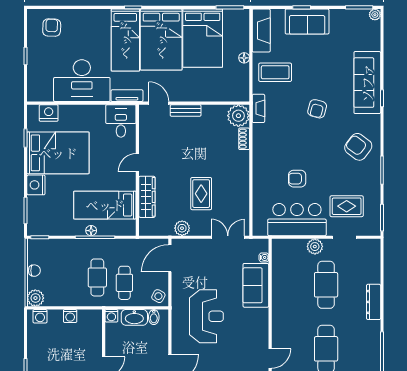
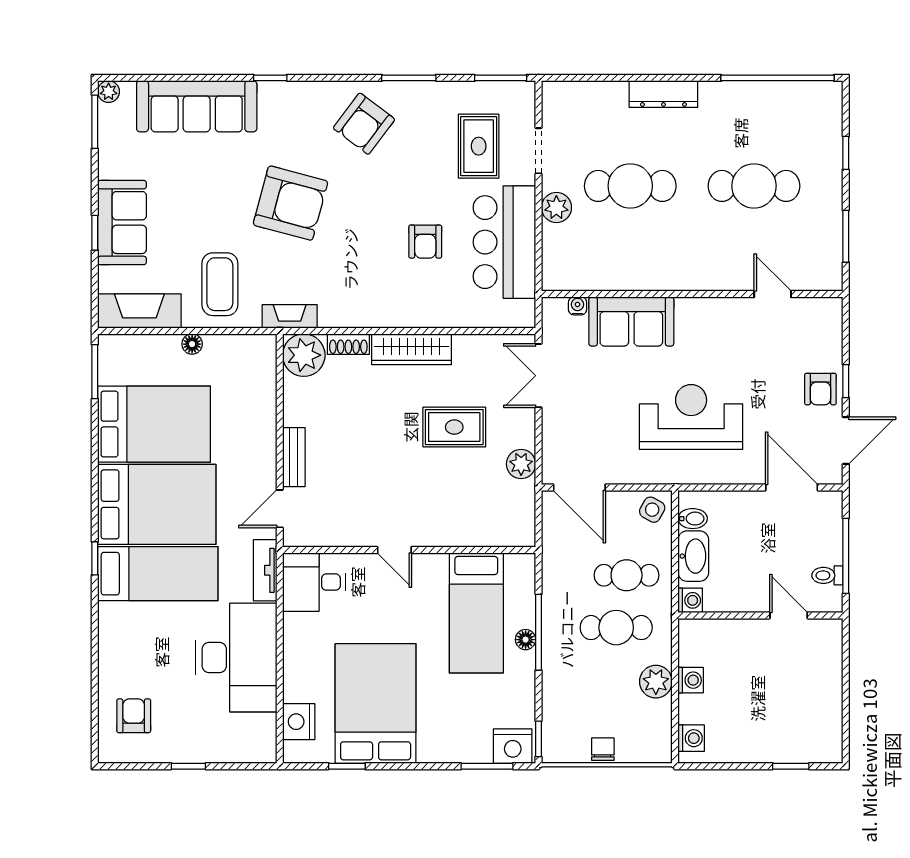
armchair: (52, 28) -> (134, 716), turned 88
sofa: (367, 83) -> (197, 106), moved
armchair: (317, 109) -> (290, 203), width x1.88, depth x1.88
nightstand: (36, 185) -> (513, 746), moved
wardrobe: (147, 197) -> (412, 349), moved, turned 180
plant: (35, 298) -> (656, 682), moved

